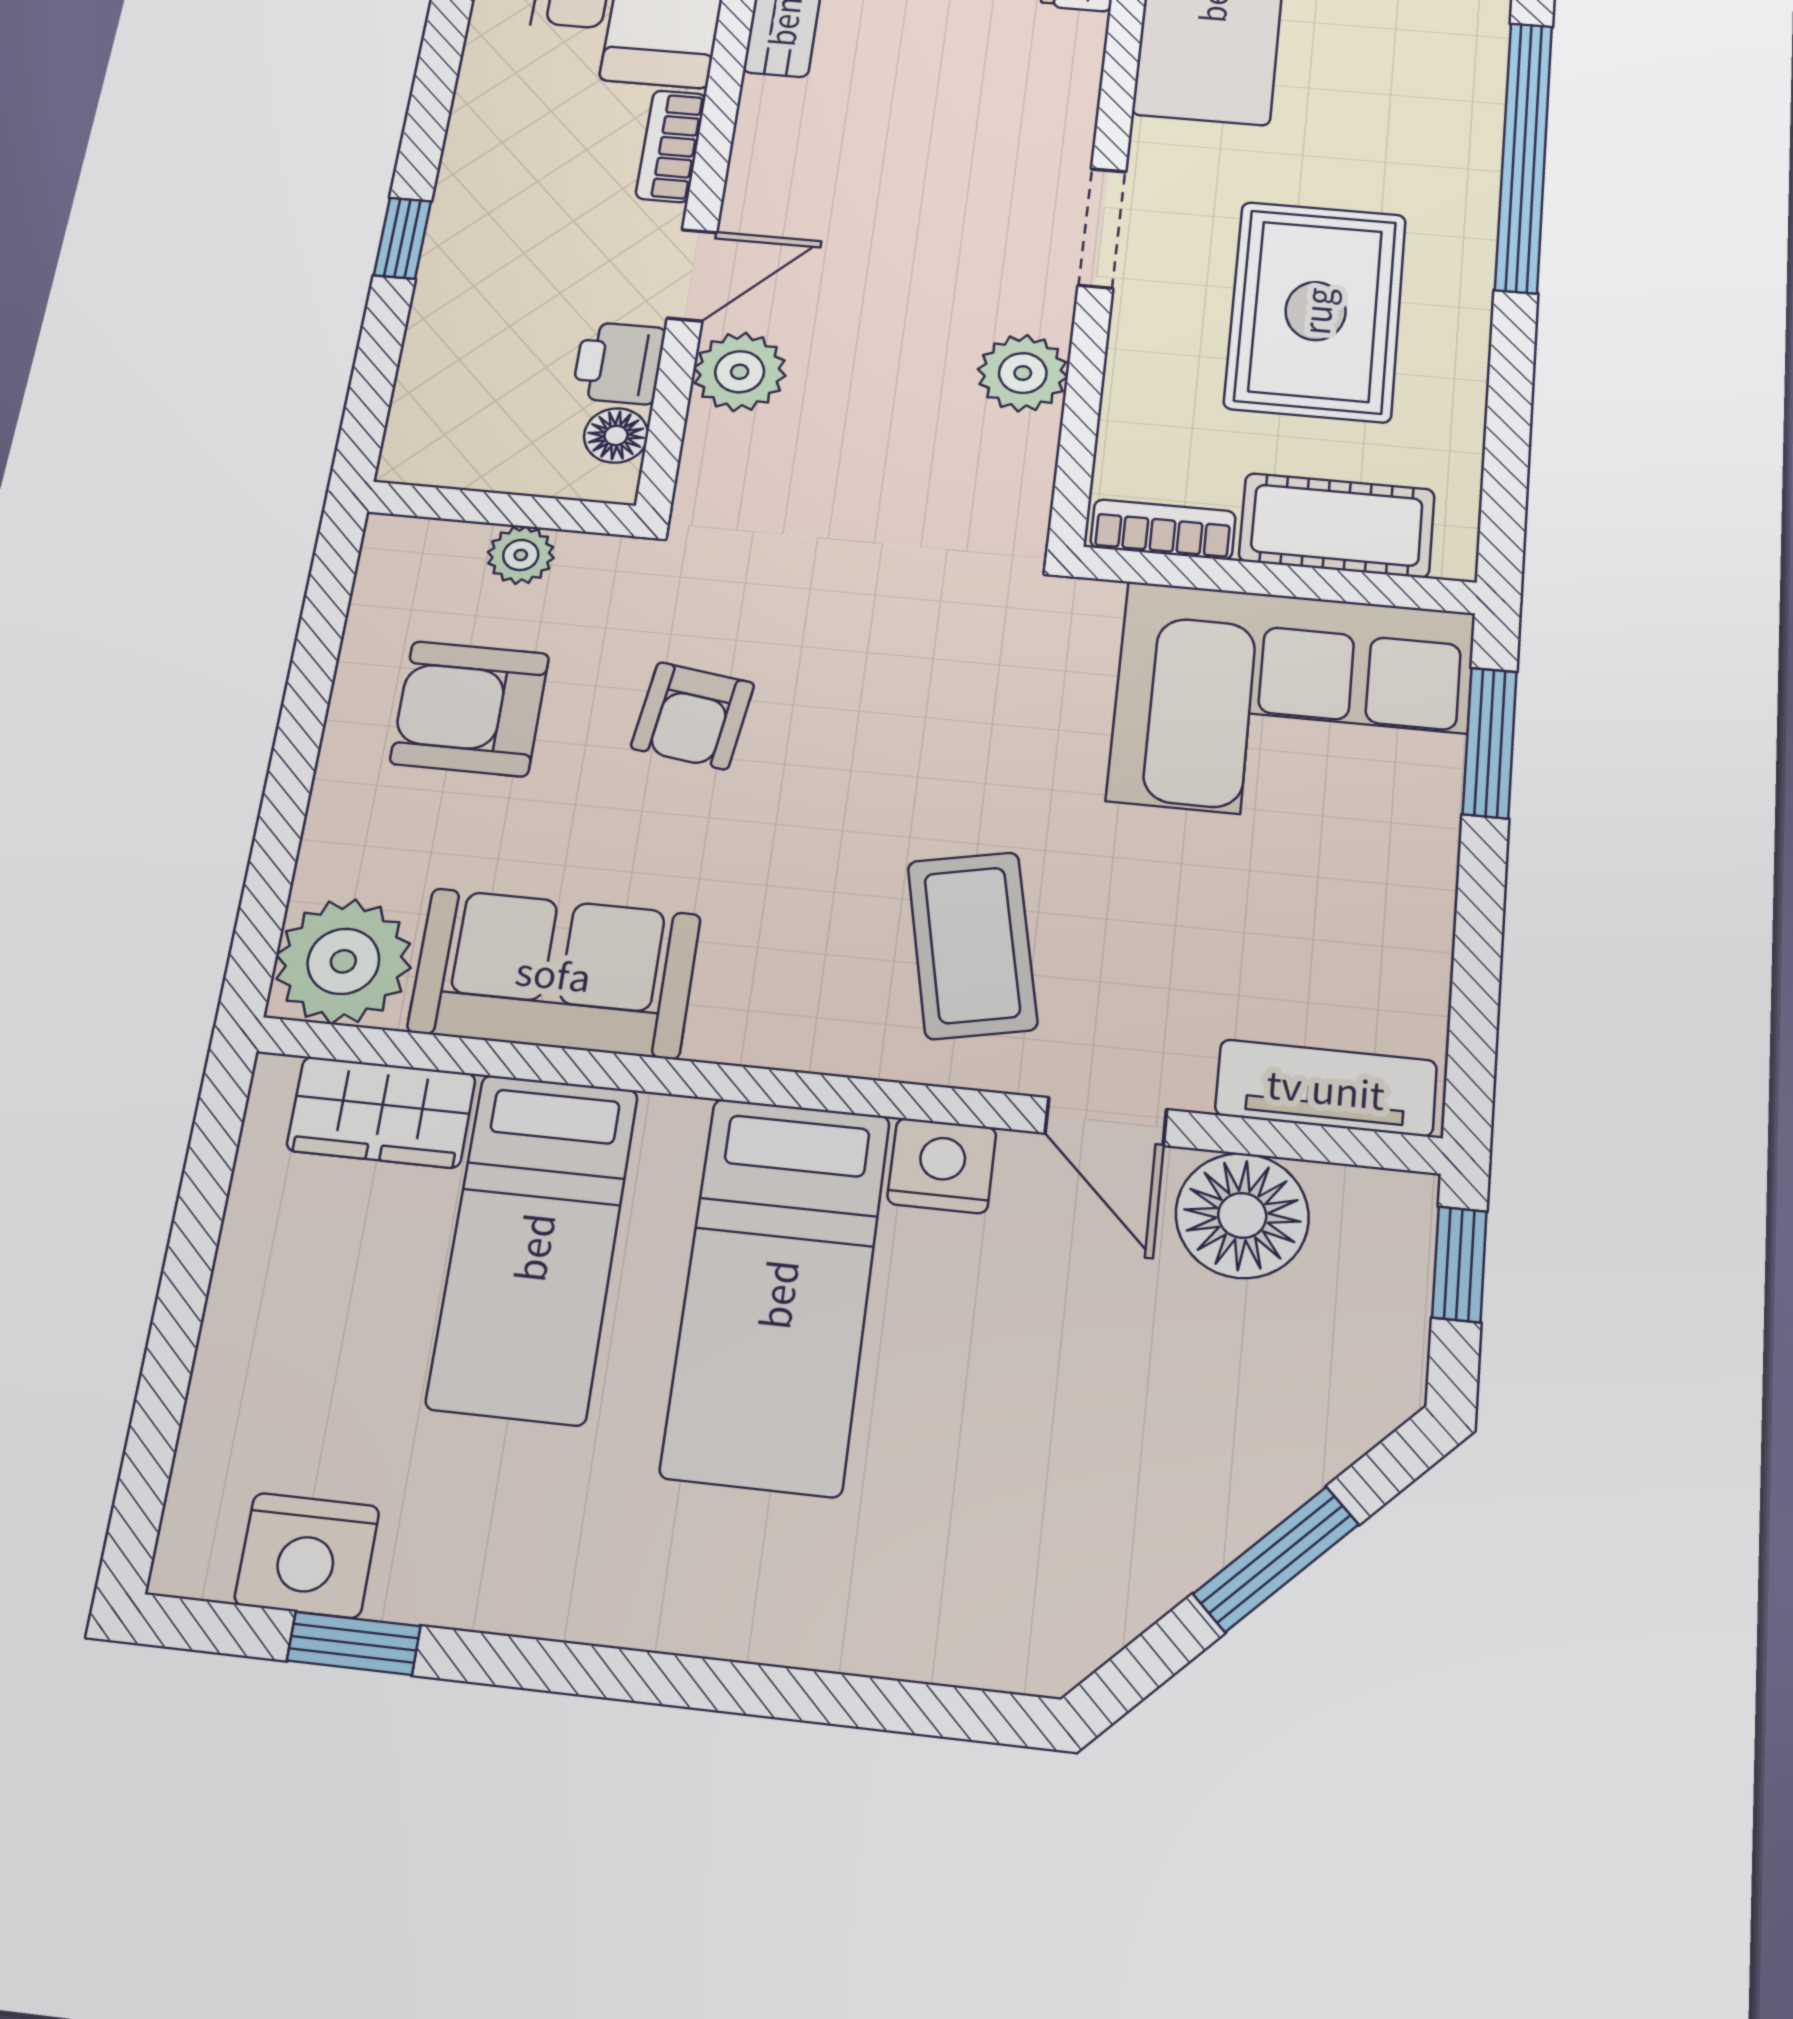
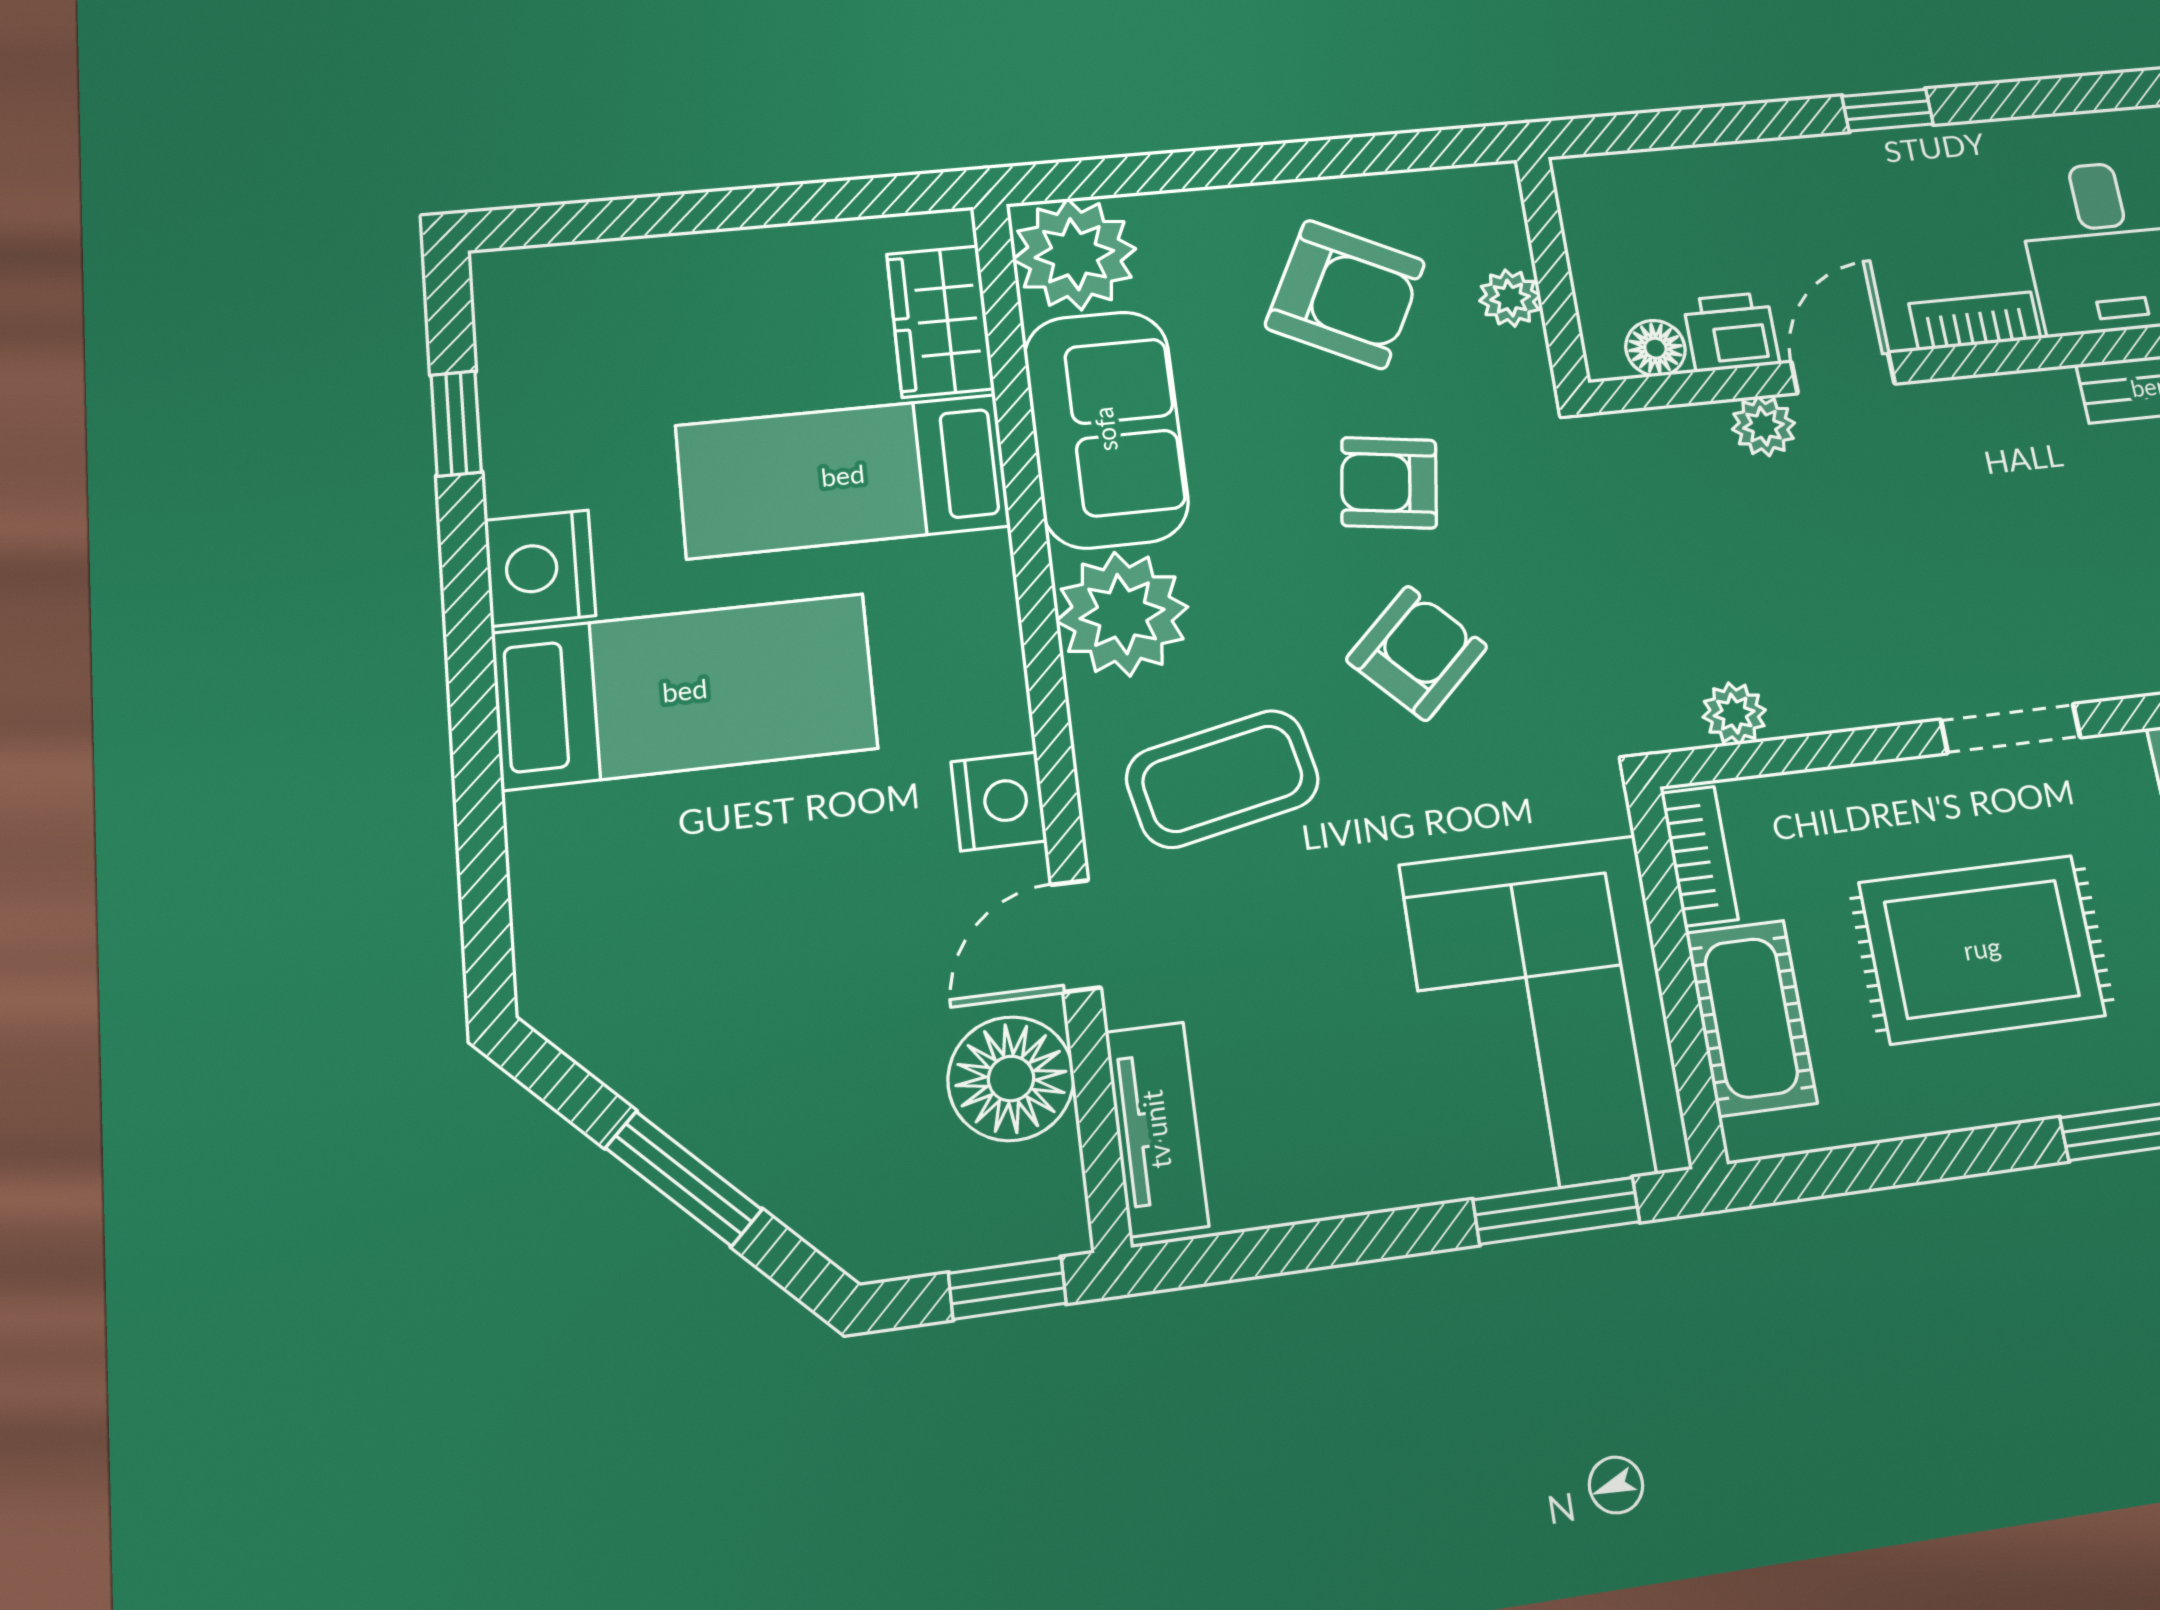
window: (402, 238) -> (1887, 110), moved
door: (692, 275) -> (1843, 373), swing flipped
plant: (740, 372) -> (1764, 426), width x0.73, depth x0.73
plant: (1023, 373) -> (1734, 713), moved, width x0.73, depth x0.73
armchair: (470, 709) -> (1345, 294), turned 117
armchair: (885, 733) -> (1417, 653), added
plant: (767, 1002) -> (1122, 614), added
bed: (777, 1294) -> (685, 691), moved, turned 180
nightstand: (307, 1555) -> (540, 568), moved

